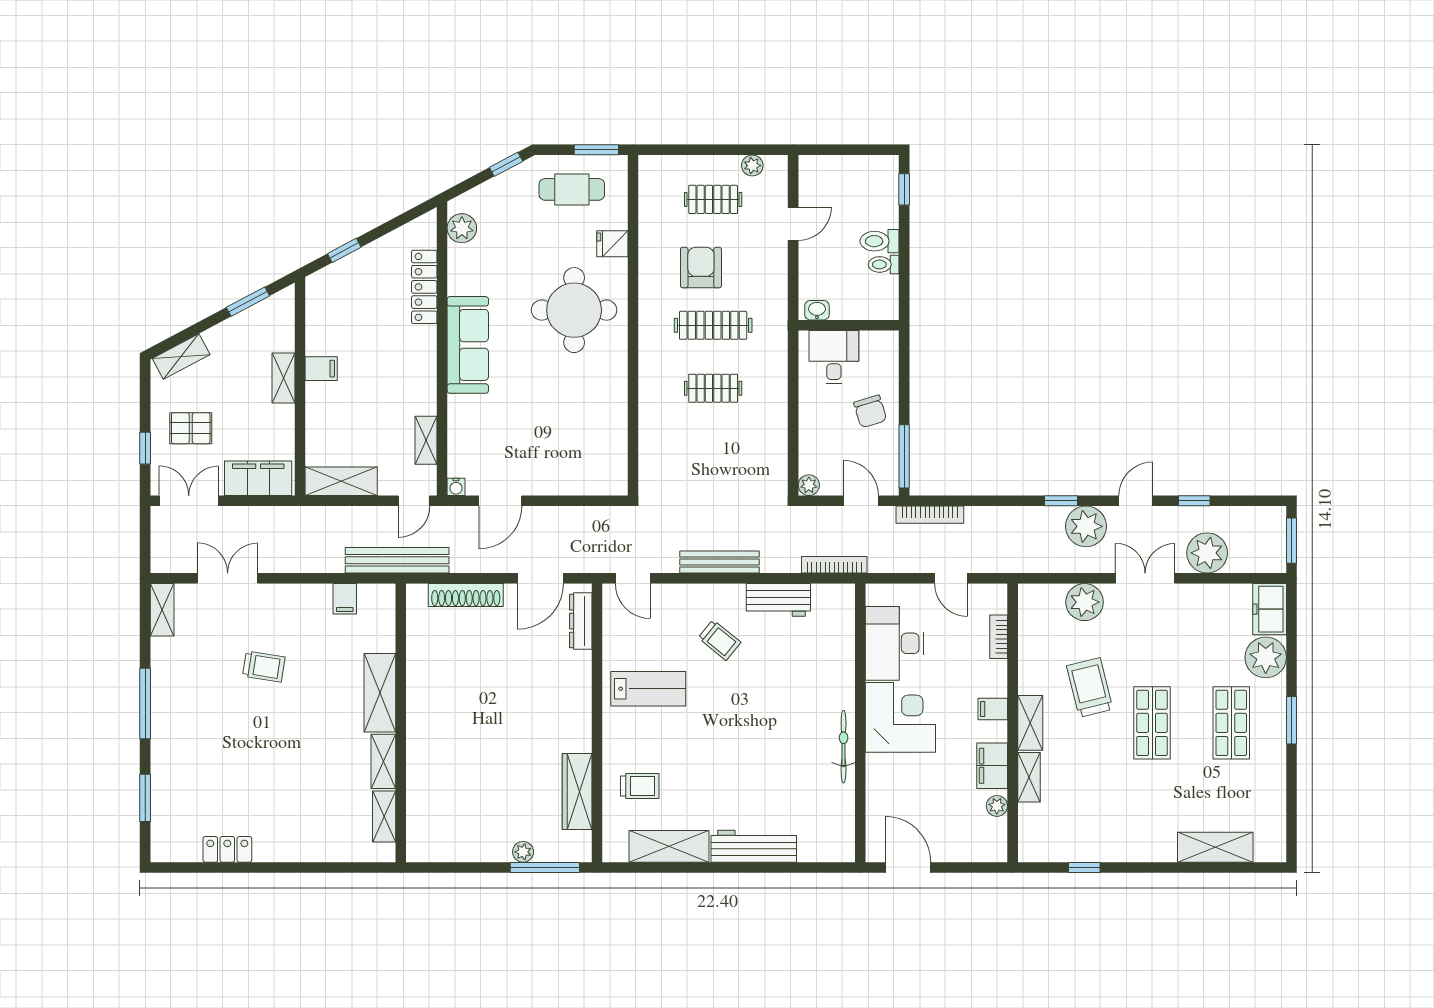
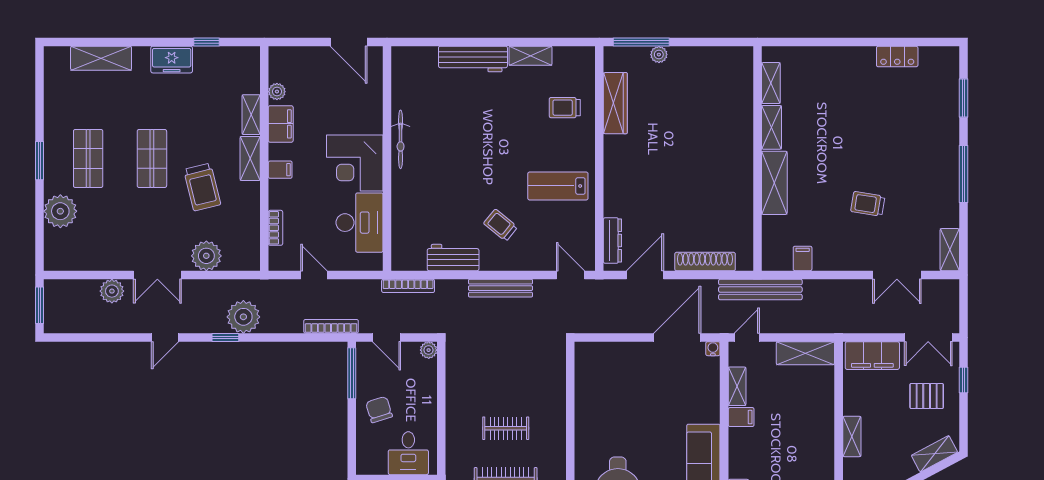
filing cabinet: (321, 369) -> (741, 417), moved, turned 180
door: (500, 501) -> (677, 337), width x1.36
window: (1194, 501) -> (118, 337), removed
plant: (1086, 526) -> (243, 317), moved
plant: (1207, 553) -> (112, 291), width x0.73, depth x0.73
freezer: (1270, 609) -> (172, 60), moved, turned 90
shelving: (669, 846) -> (530, 56), width x0.67, depth x0.75

